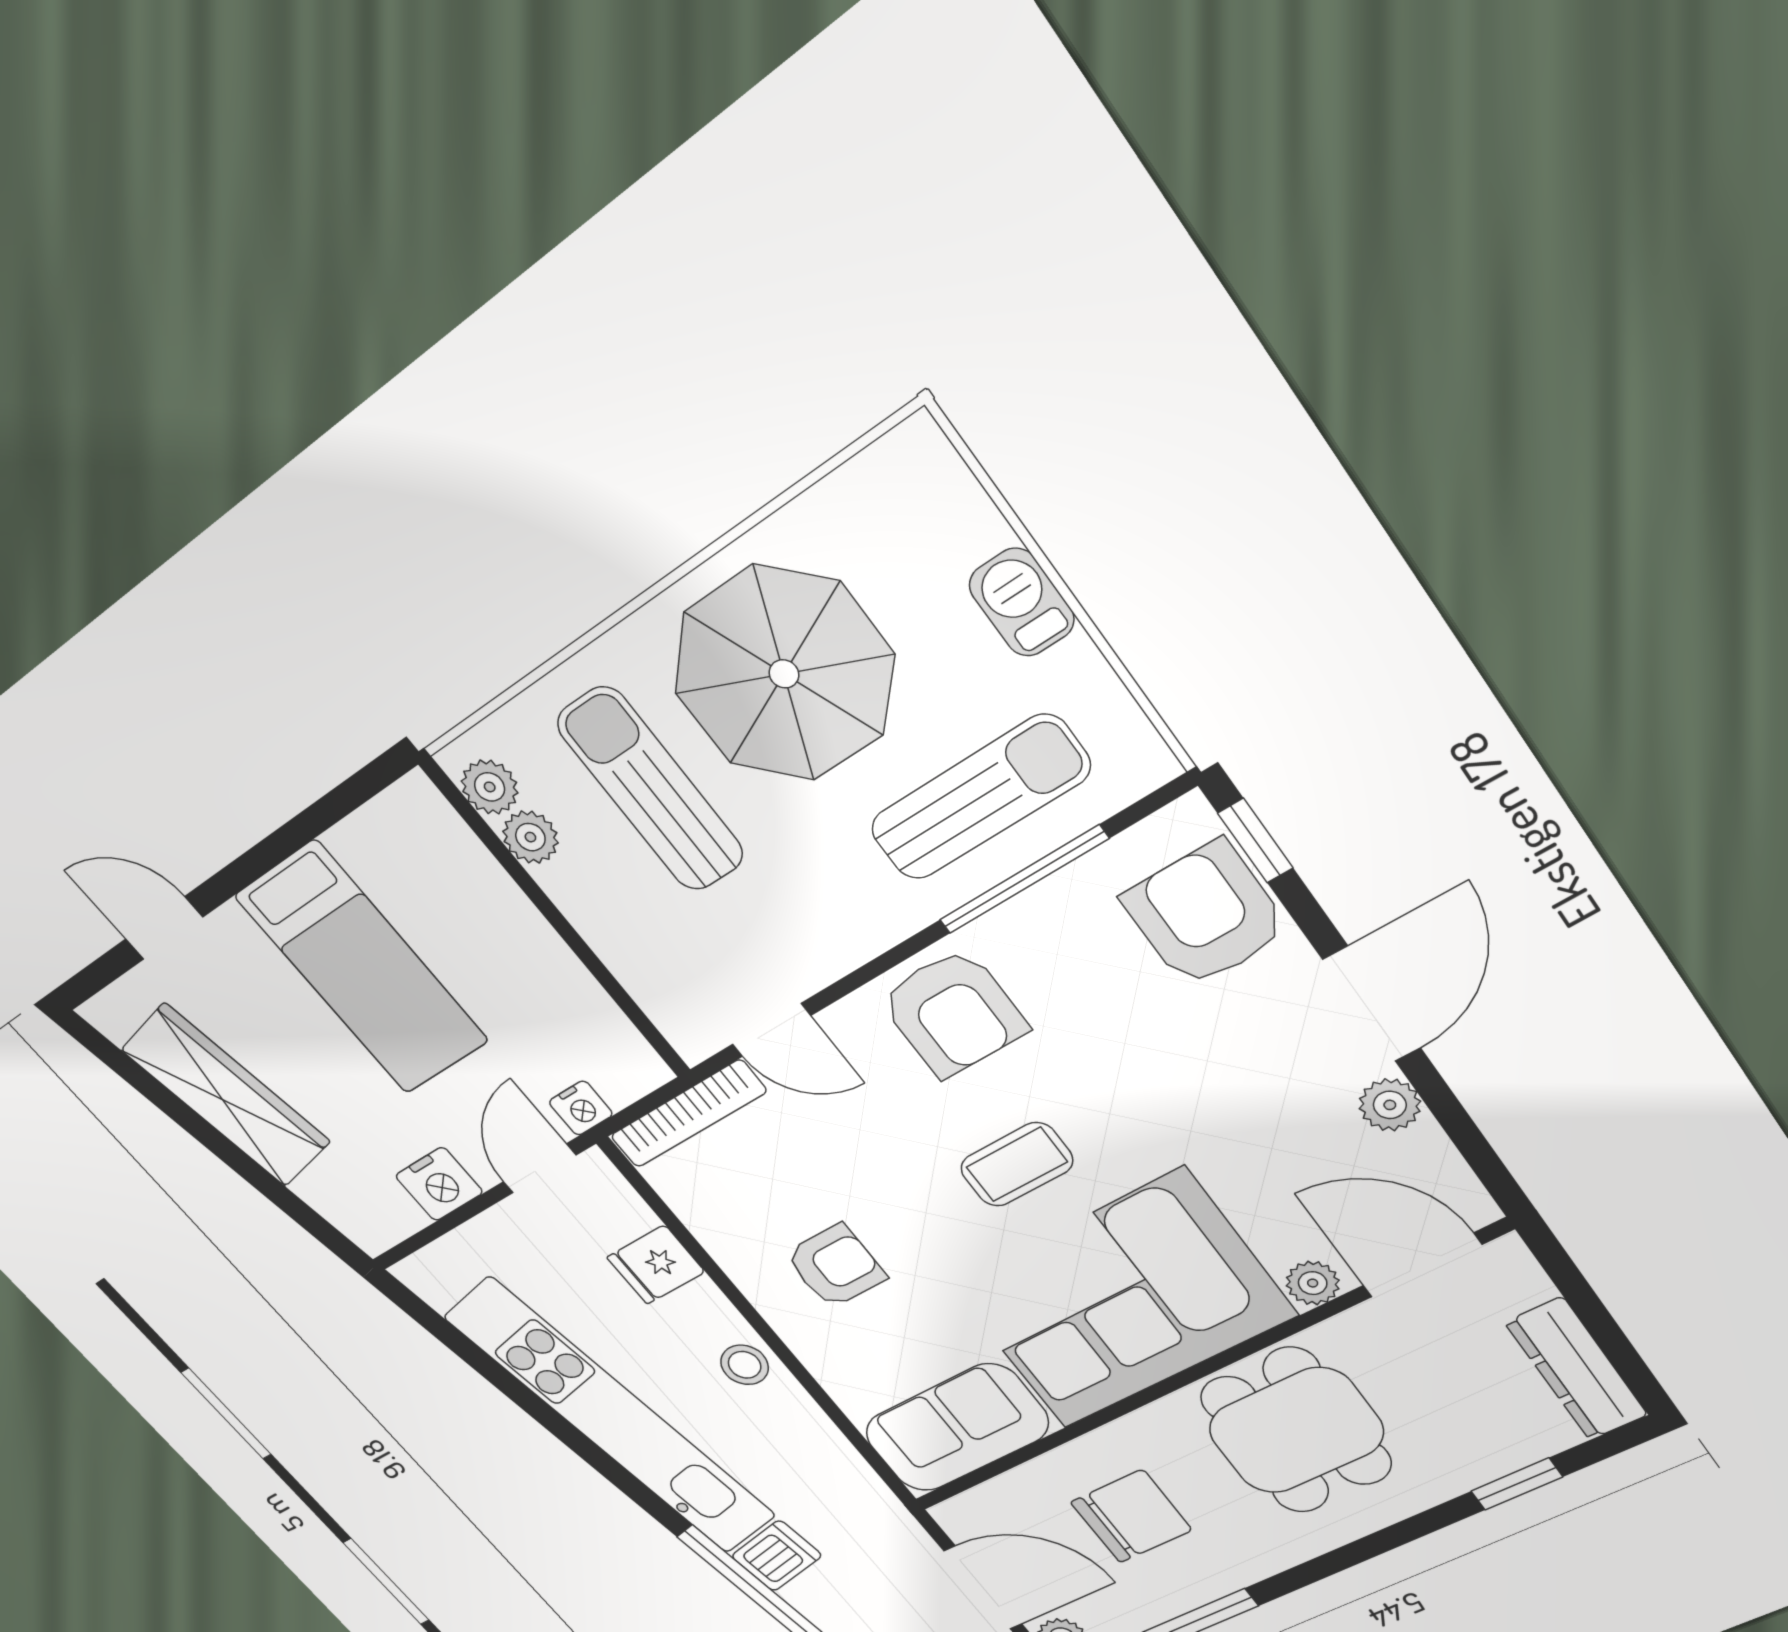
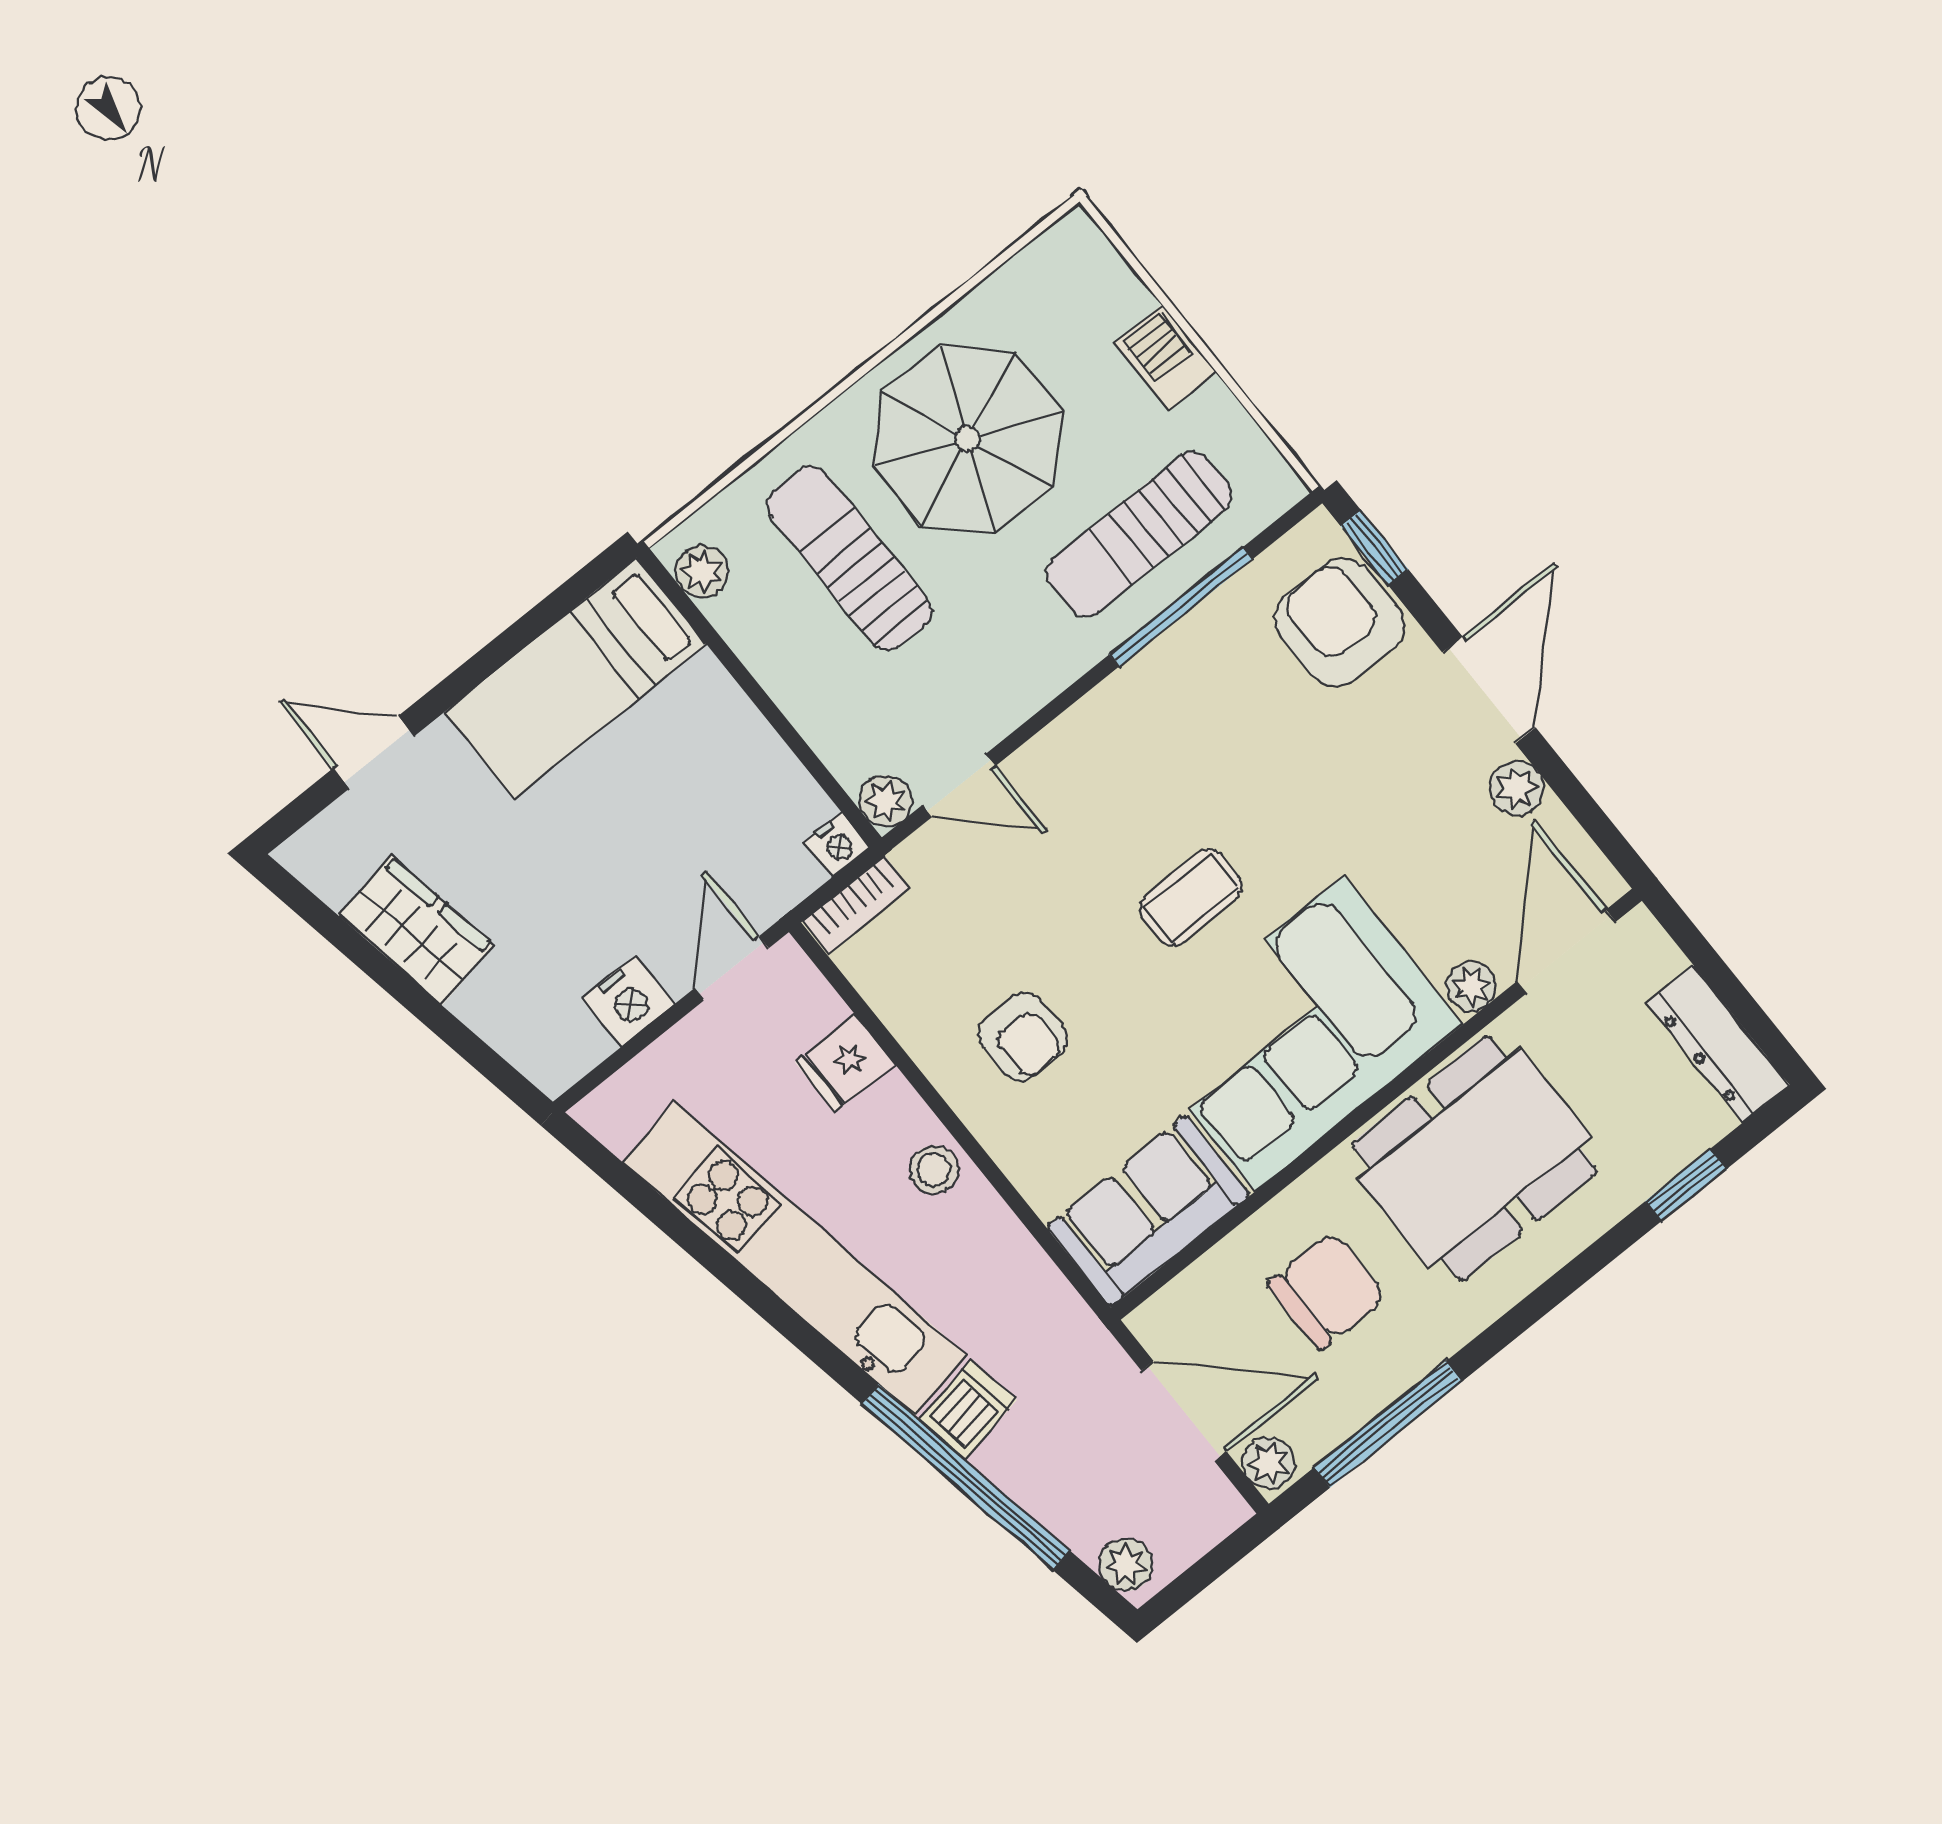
sun lounger: (980, 798) -> (1139, 534), turned 180
plant: (530, 837) -> (886, 801), moved
bed: (362, 969) -> (575, 678), moved, turned 90
armchair: (953, 1013) -> (1125, 746), removed
wardrobe: (226, 1096) -> (416, 930), width x0.67
nightstand: (581, 1108) -> (837, 845), moved
bookcase: (688, 1114) -> (857, 905), width x0.64
door: (1422, 1265) -> (1566, 952), hinge flipped
armchair: (835, 1266) -> (1023, 1037), turned 90
dining table: (1296, 1431) -> (1475, 1158), width x1.38

